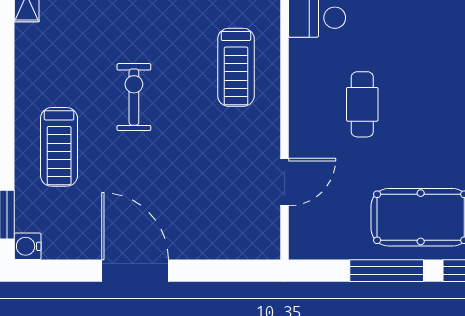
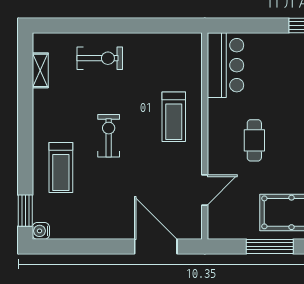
door: (135, 271) -> (156, 246), moved

